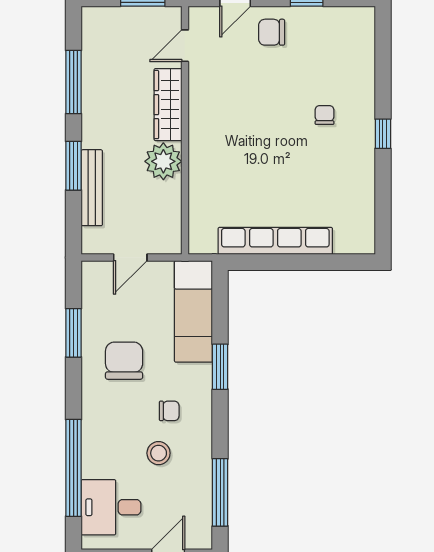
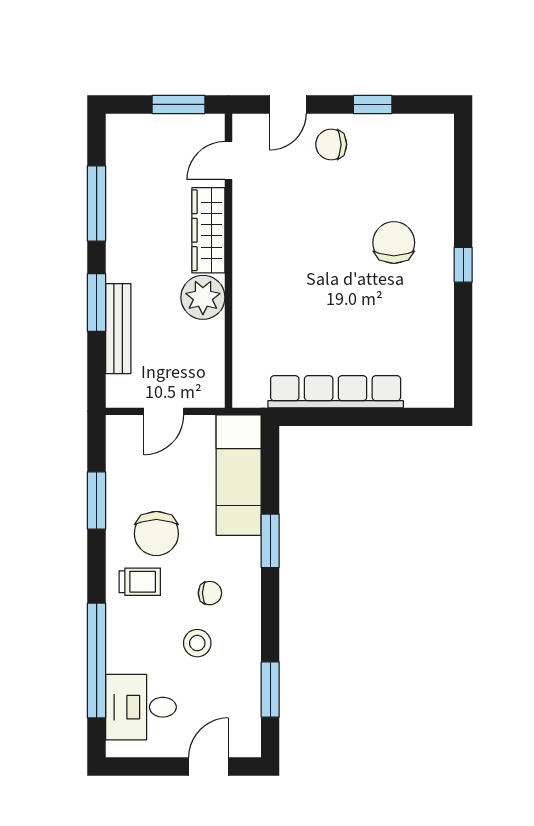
chair: (324, 115) -> (394, 243), width x1.87, depth x1.87
chair: (124, 361) -> (156, 534), turned 180
trolley: (110, 401) -> (140, 582), added
window: (220, 492) -> (270, 690), width x0.69

